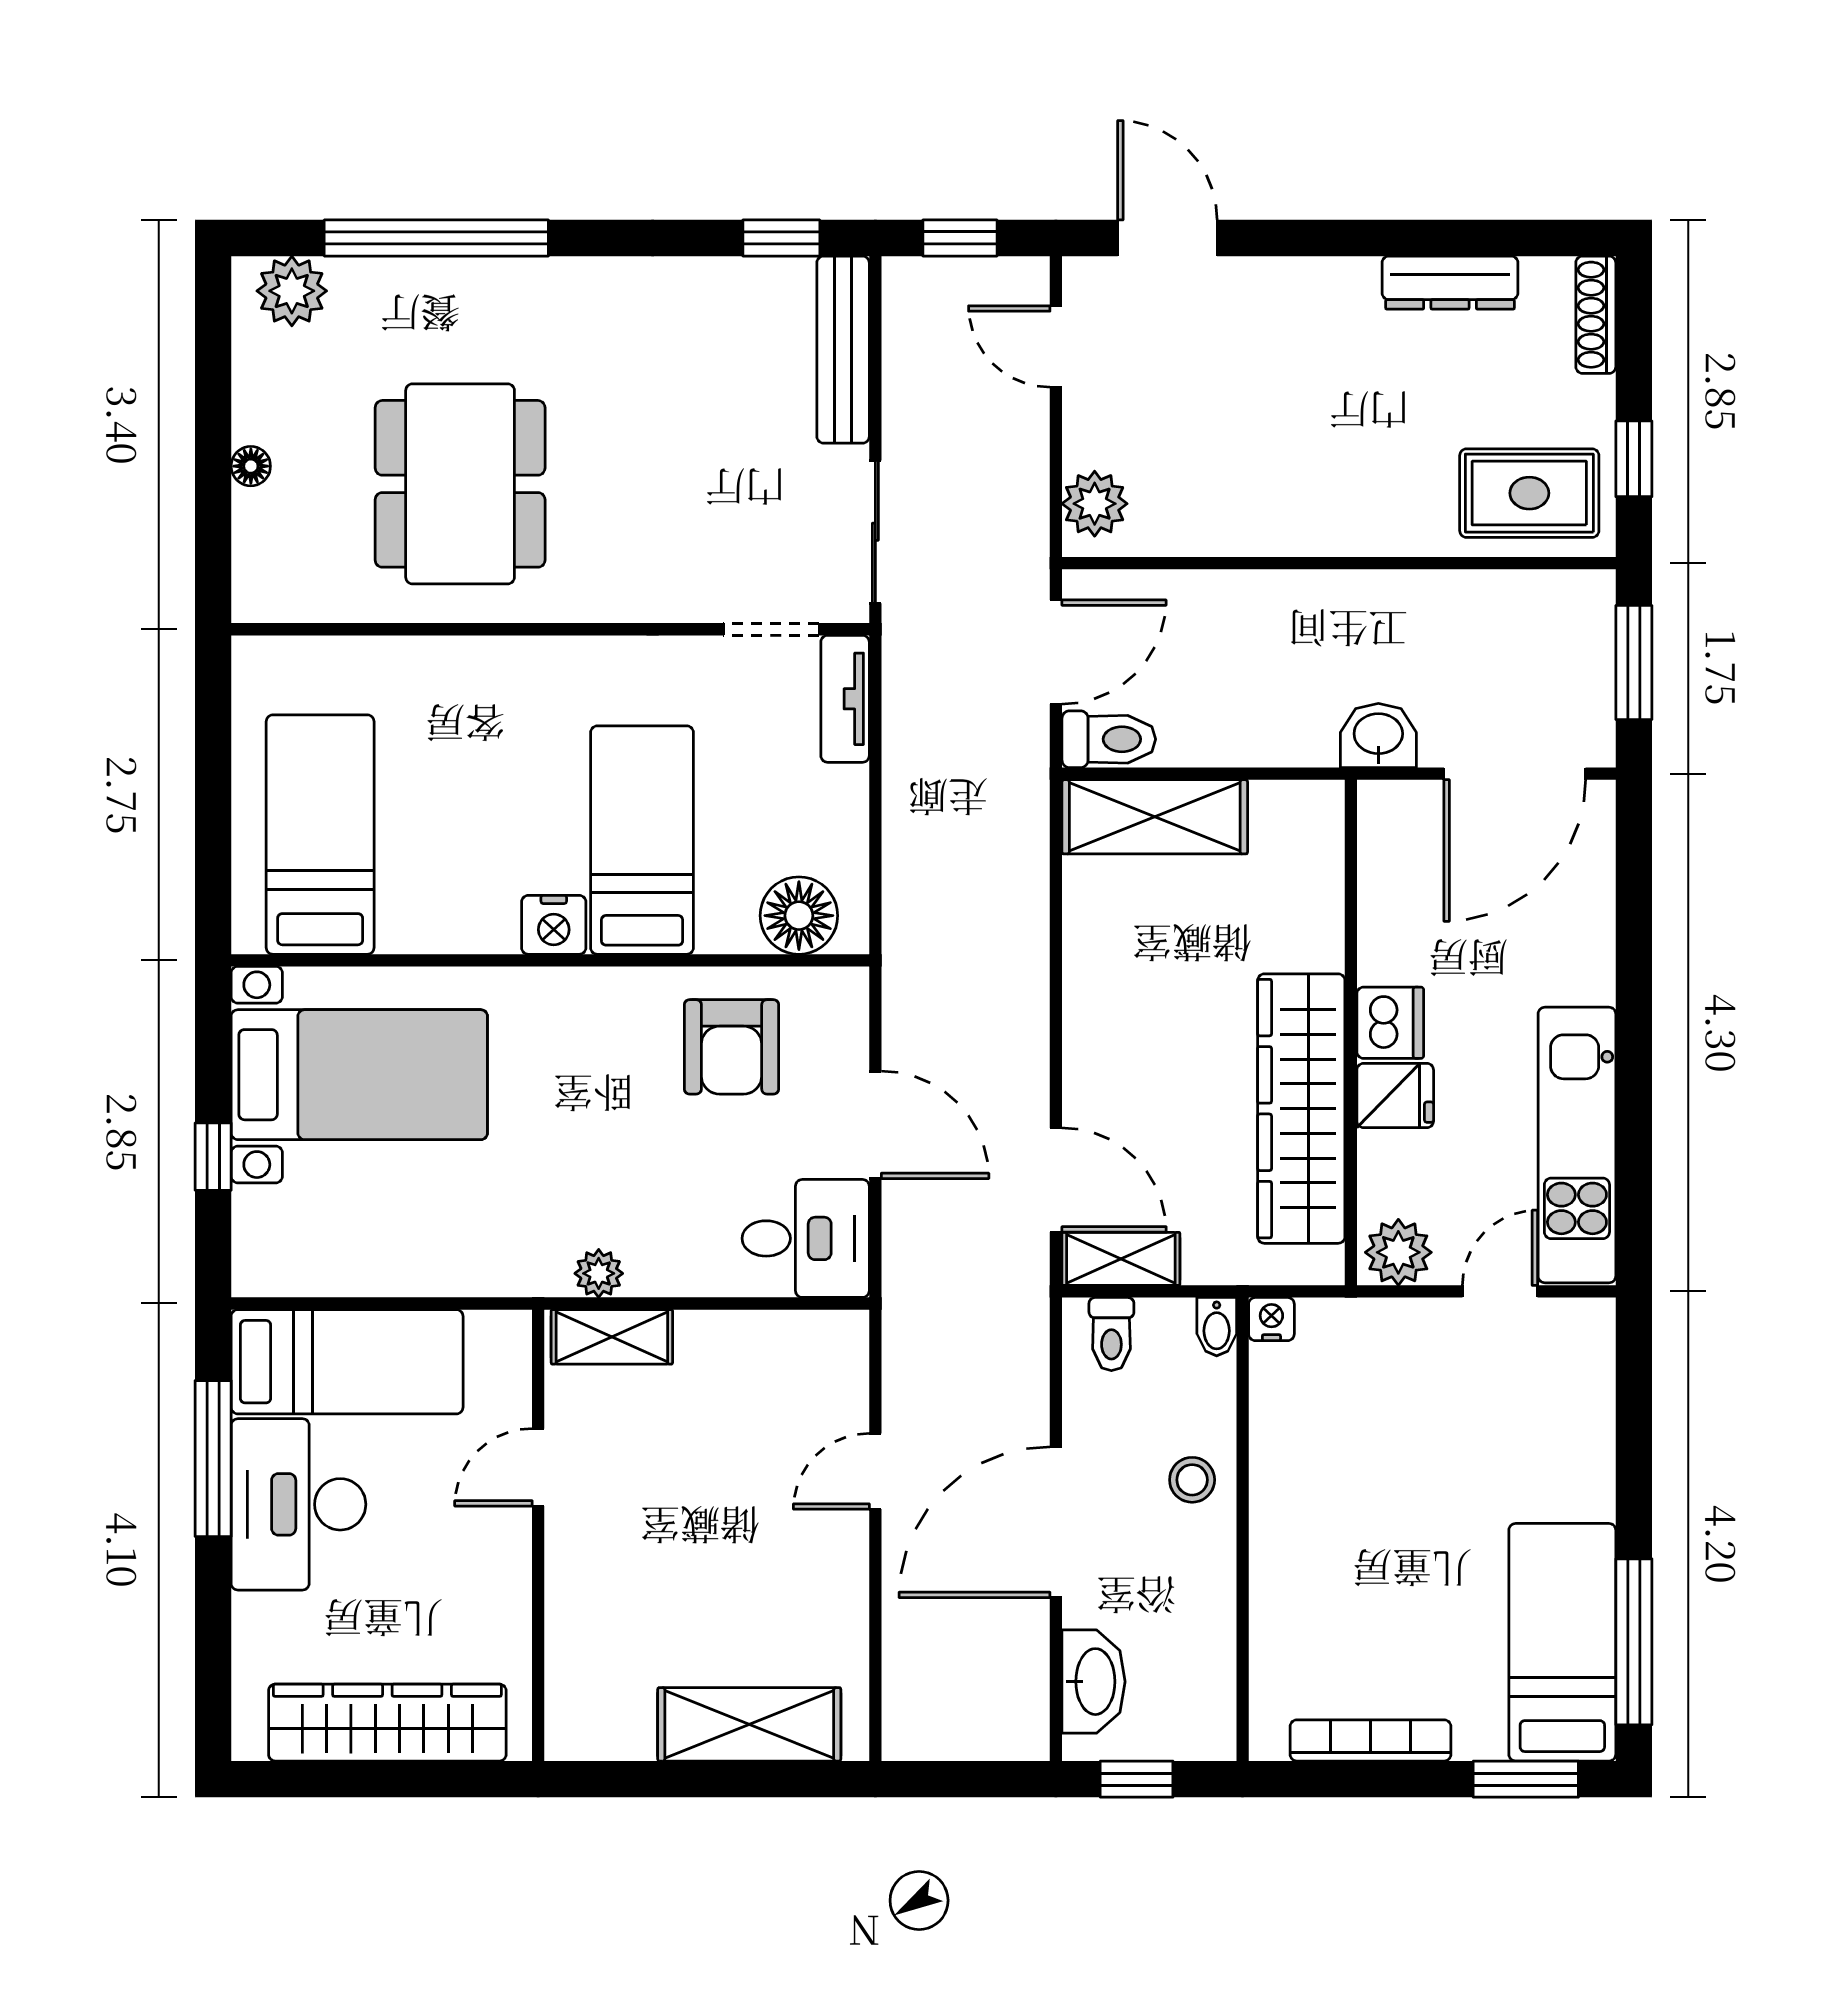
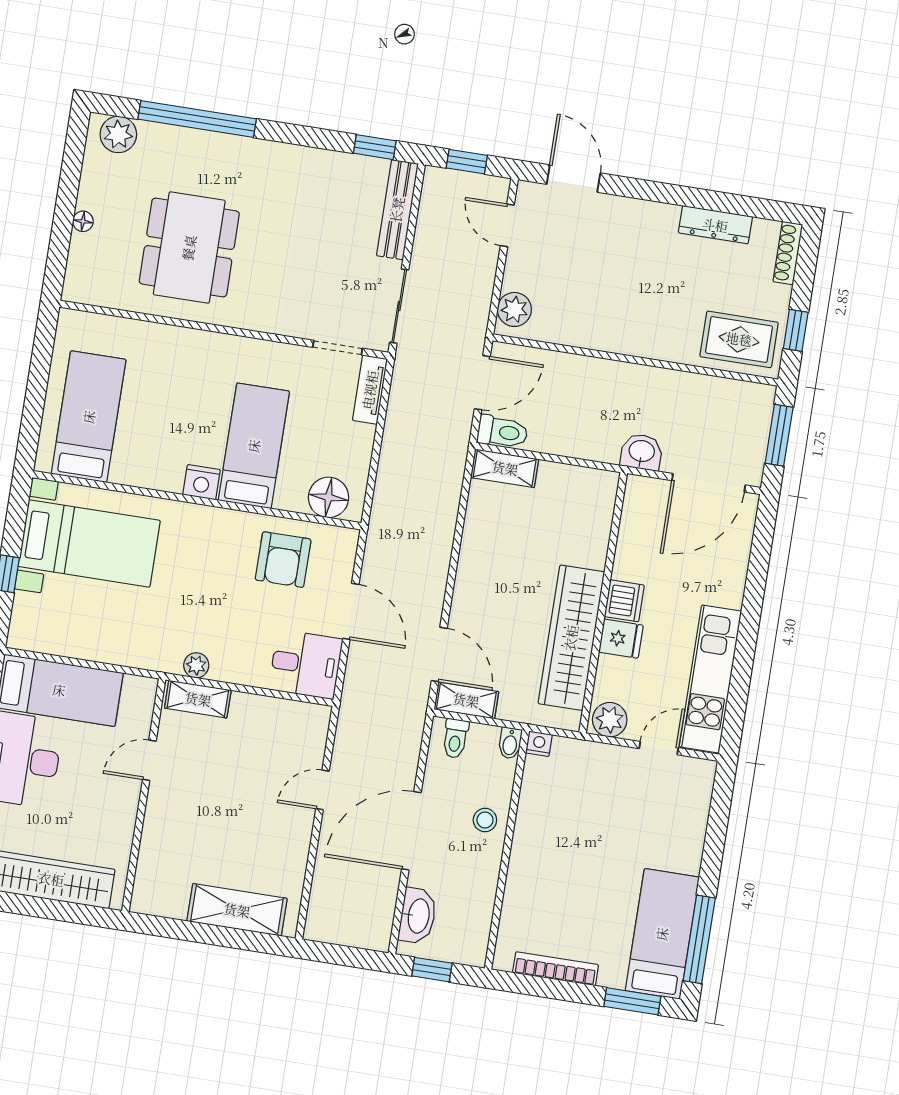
shelving: (1155, 817) -> (505, 468), width x0.67, depth x0.75

